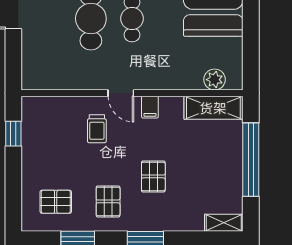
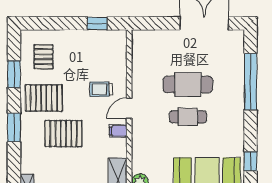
pallet: (153, 176) -> (63, 134), width x1.50, depth x1.42
pallet: (108, 201) -> (44, 98), width x1.50, depth x1.42

